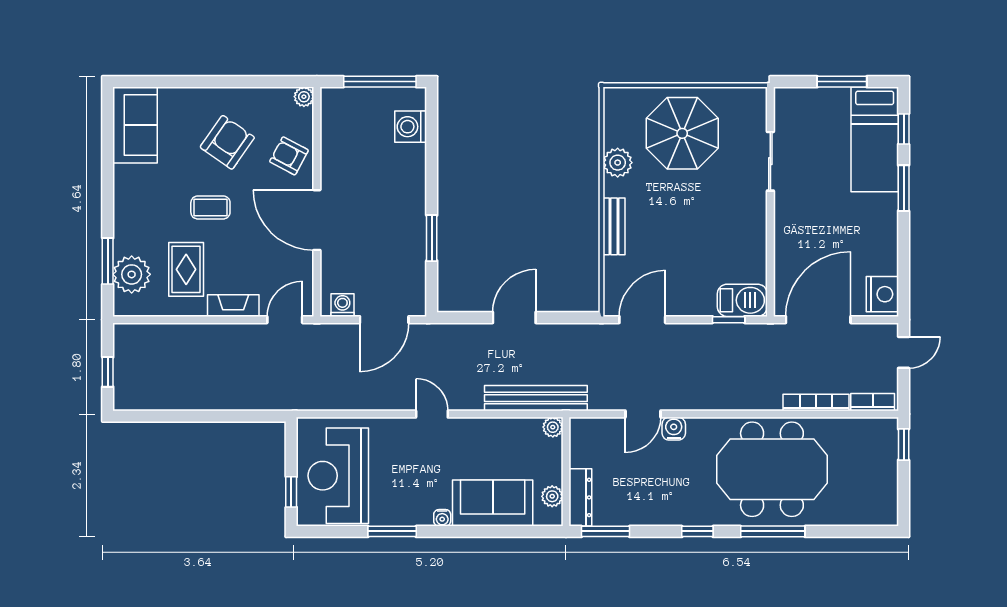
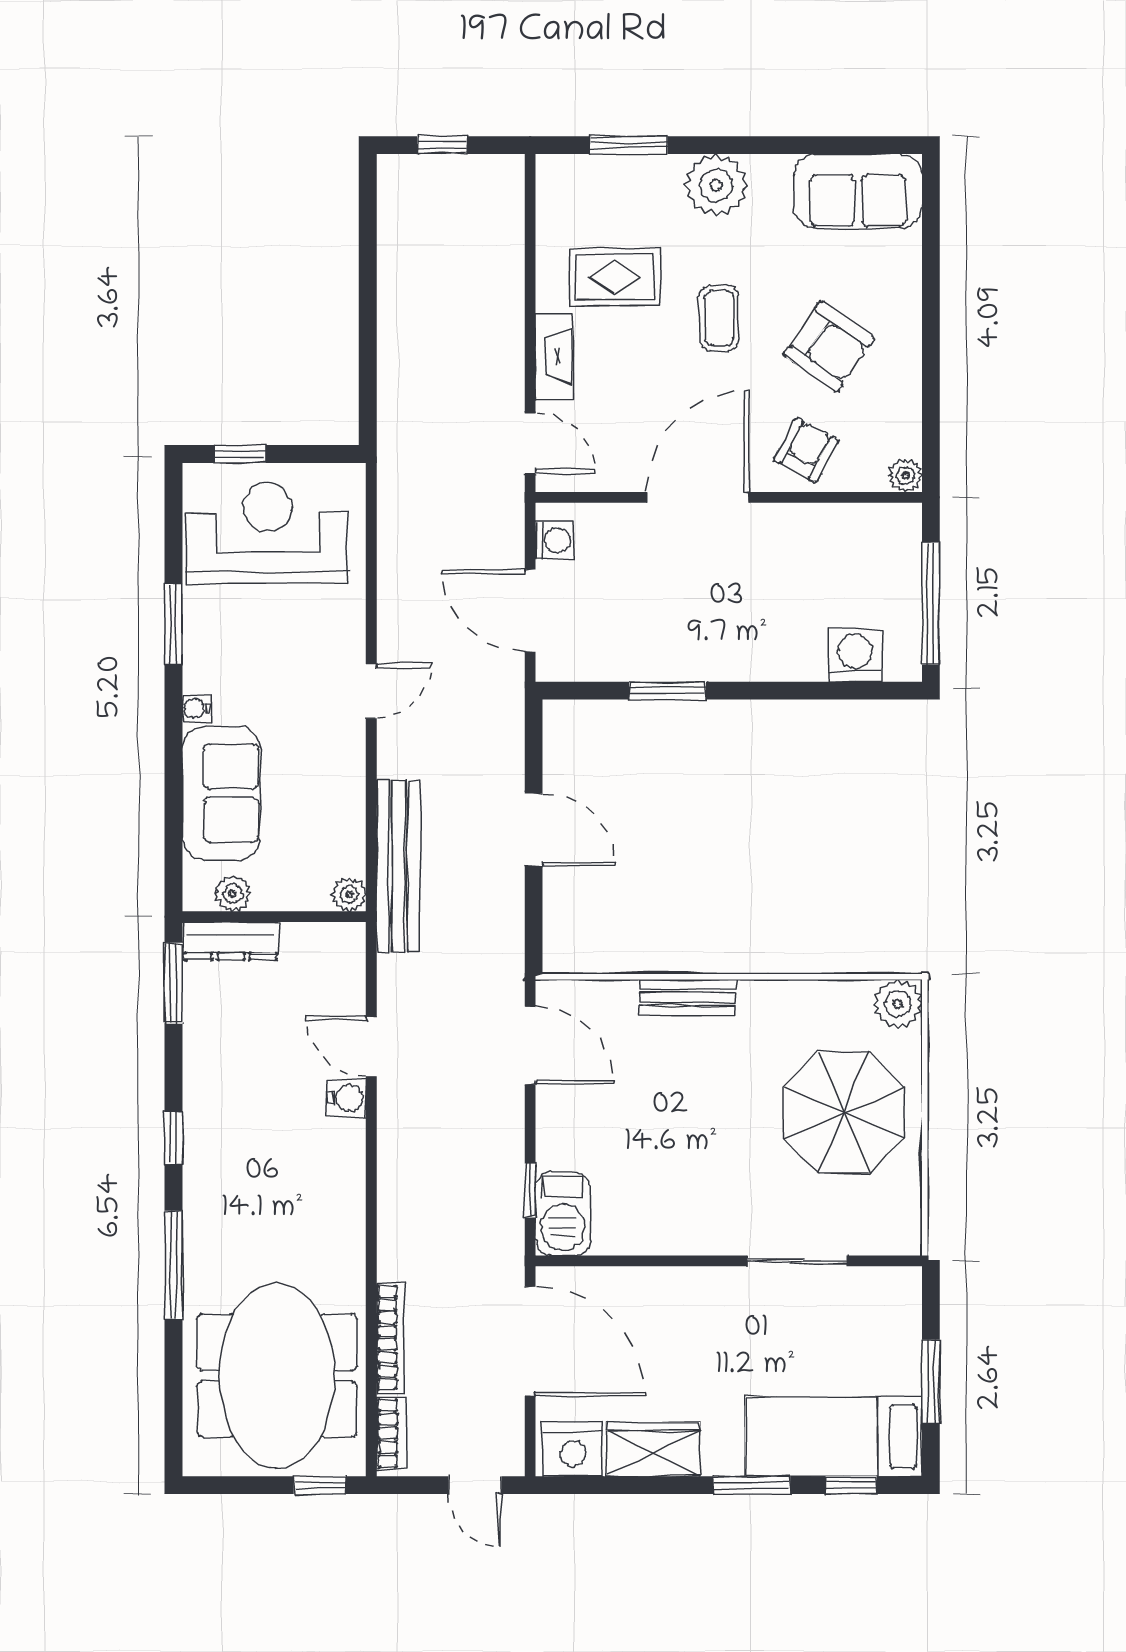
plant: (618, 163) -> (898, 1004), moved
wardrobe: (882, 246) -> (653, 1449), added
plant: (132, 274) -> (716, 185), moved
meeting table: (772, 469) -> (277, 1376), moved

